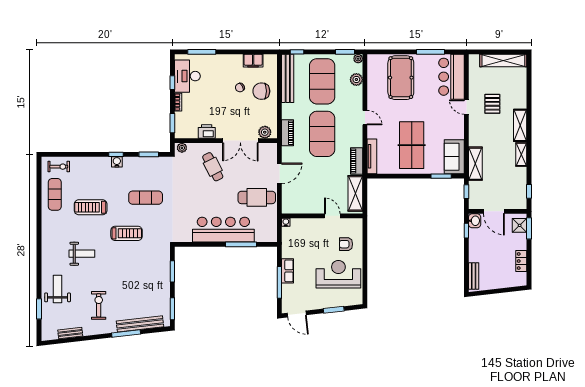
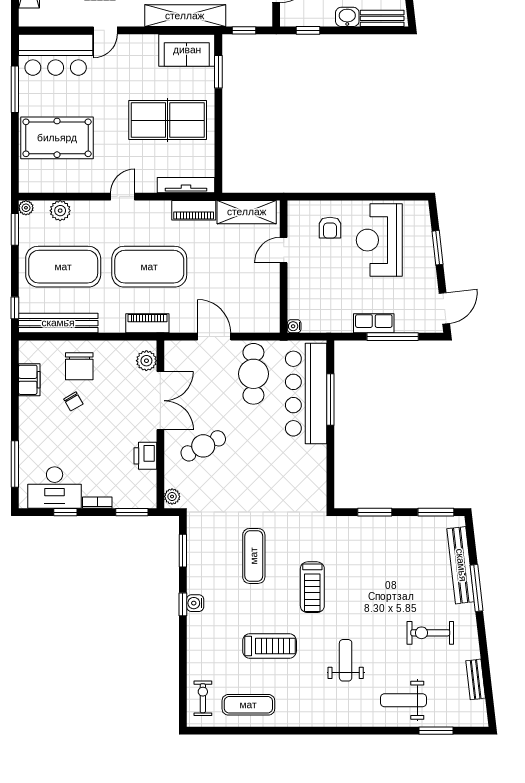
shelving: (475, 164) -> (185, 16), width x1.47
treadmill: (91, 207) -> (270, 646), turned -90
washbasin: (475, 221) -> (347, 17), moved
bar counter: (223, 230) -> (306, 394), moved
treadmill: (127, 233) -> (312, 587), turned 180

